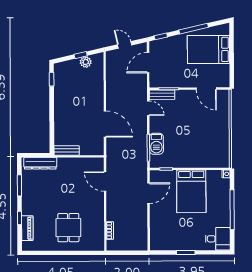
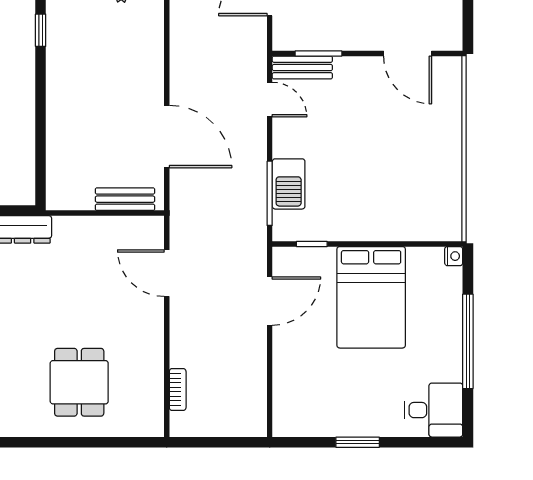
bench: (67, 150) -> (125, 199), moved

